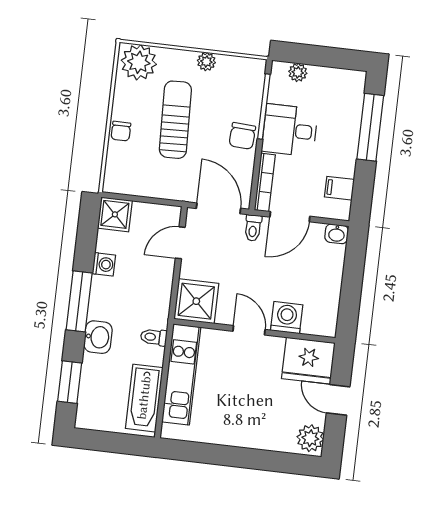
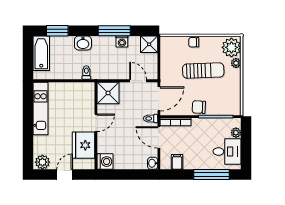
plant: (206, 62) -> (236, 63), moved
desk: (290, 130) -> (227, 151), moved, turned 90
window: (79, 301) -> (114, 31), moved
washing machine: (287, 318) -> (105, 162), moved
fridge: (308, 361) -> (84, 145), moved
kitchen unit: (181, 374) -> (40, 108), moved, turned -90
bathtub: (144, 398) -> (41, 53), moved, turned 90

